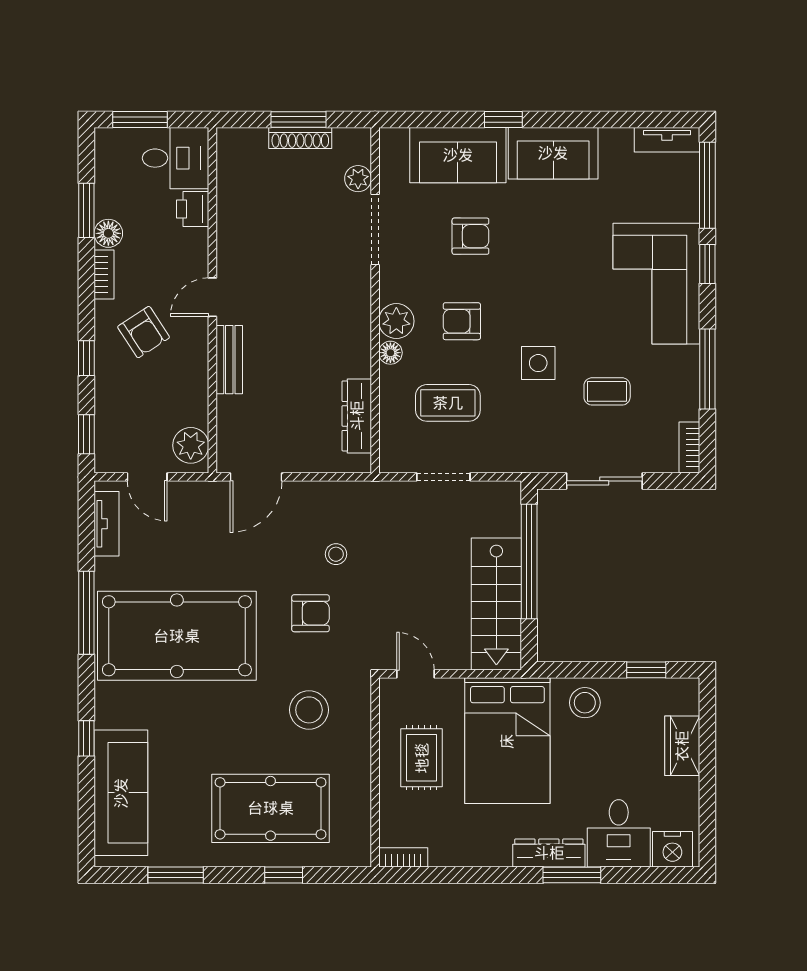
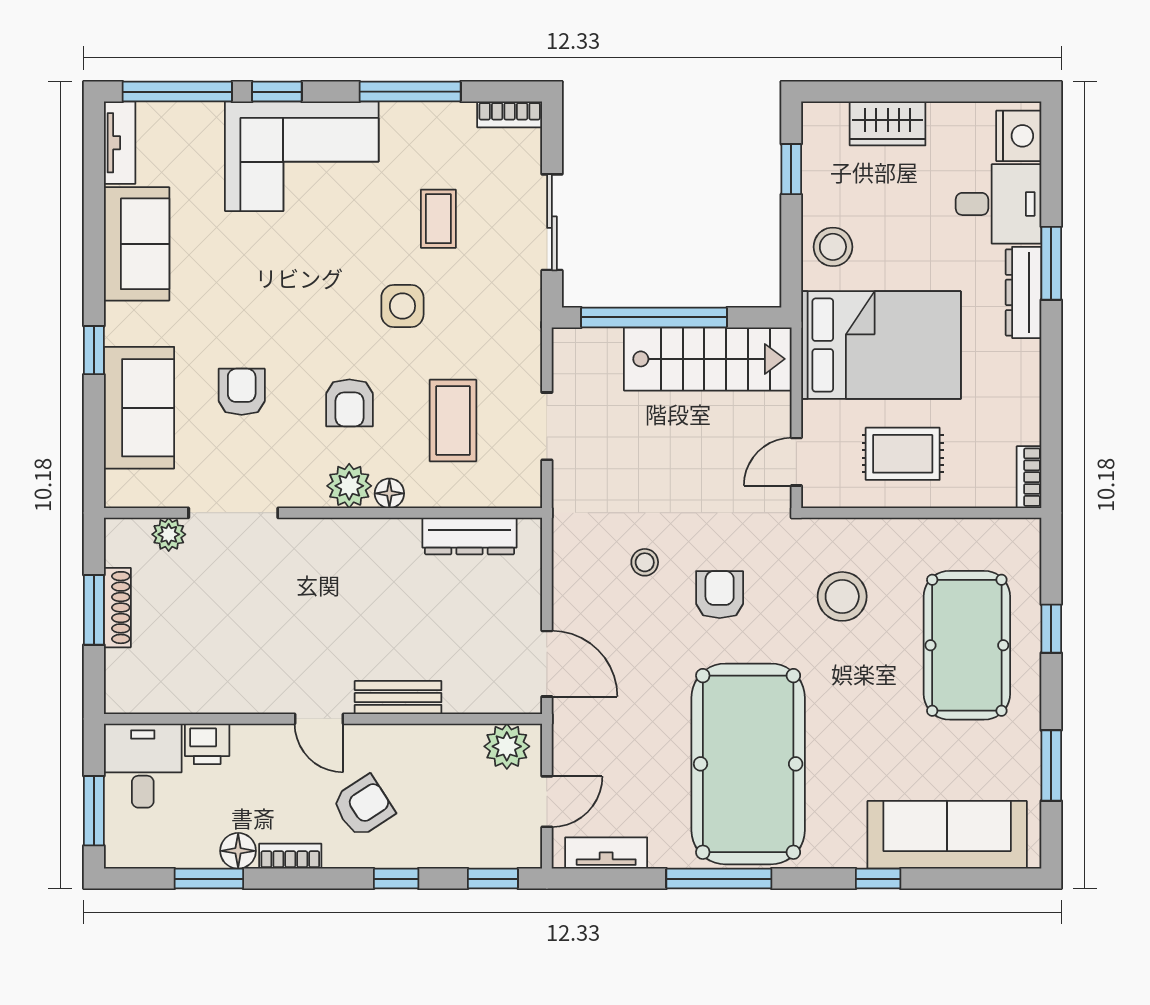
sofa: (553, 153) -> (137, 244), moved

